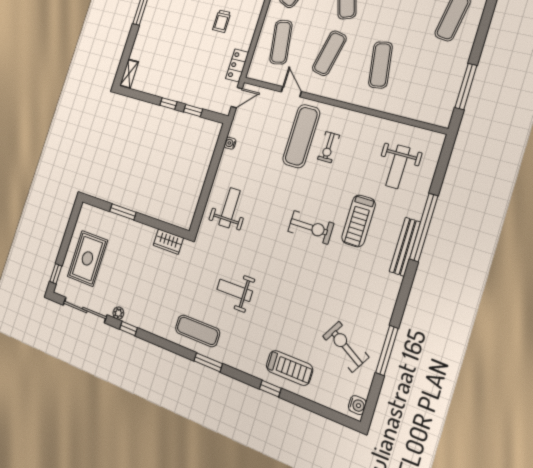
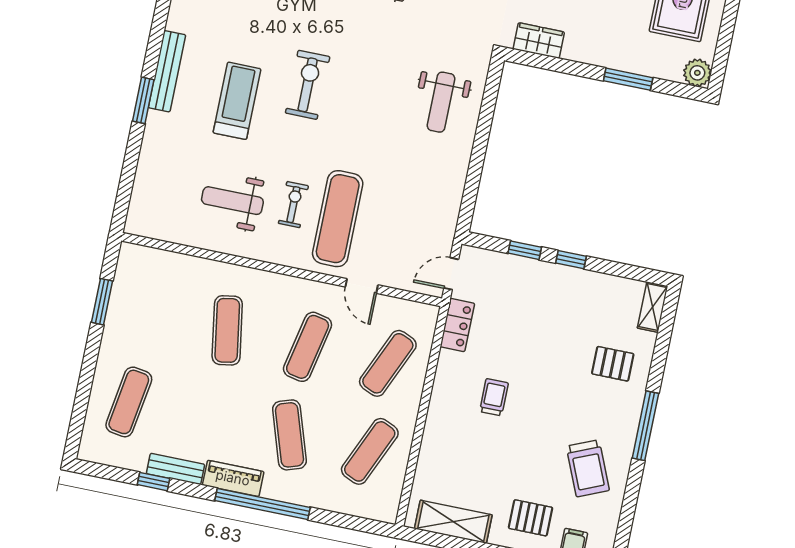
pallet: (154, 41) -> (613, 364), added
exercise mat: (281, 42) -> (388, 363), turned 33
window: (466, 87) -> (102, 302), width x0.69
water cooler: (230, 143) -> (453, 201), removed
weight bench: (398, 167) -> (232, 201), moved, turned -90
plant: (86, 212) -> (697, 73), added
exercise bike: (311, 227) -> (308, 85), turned 90
window: (424, 227) -> (143, 100), width x0.47

